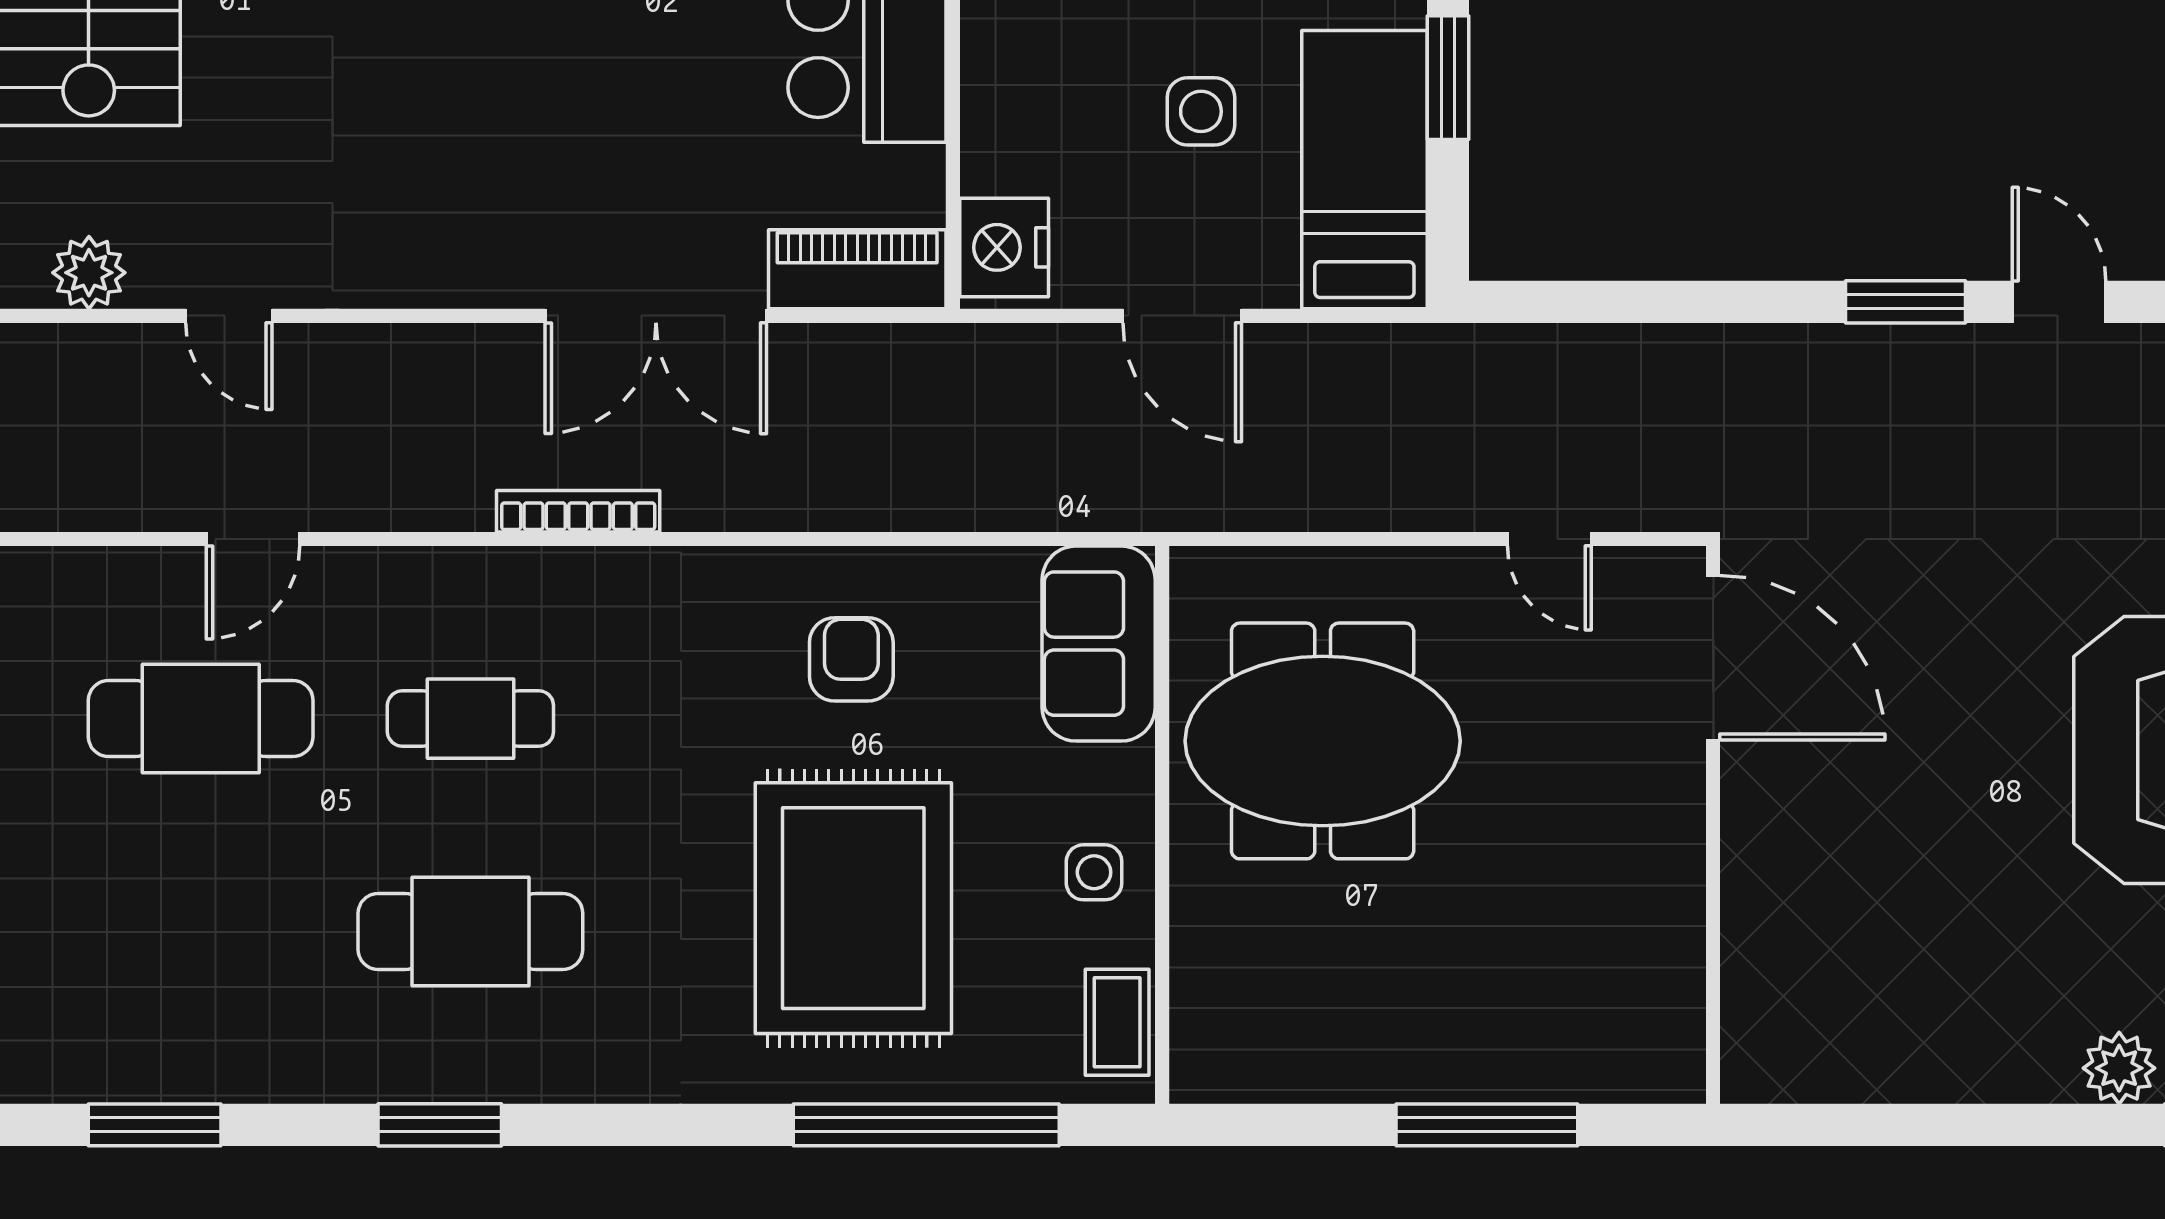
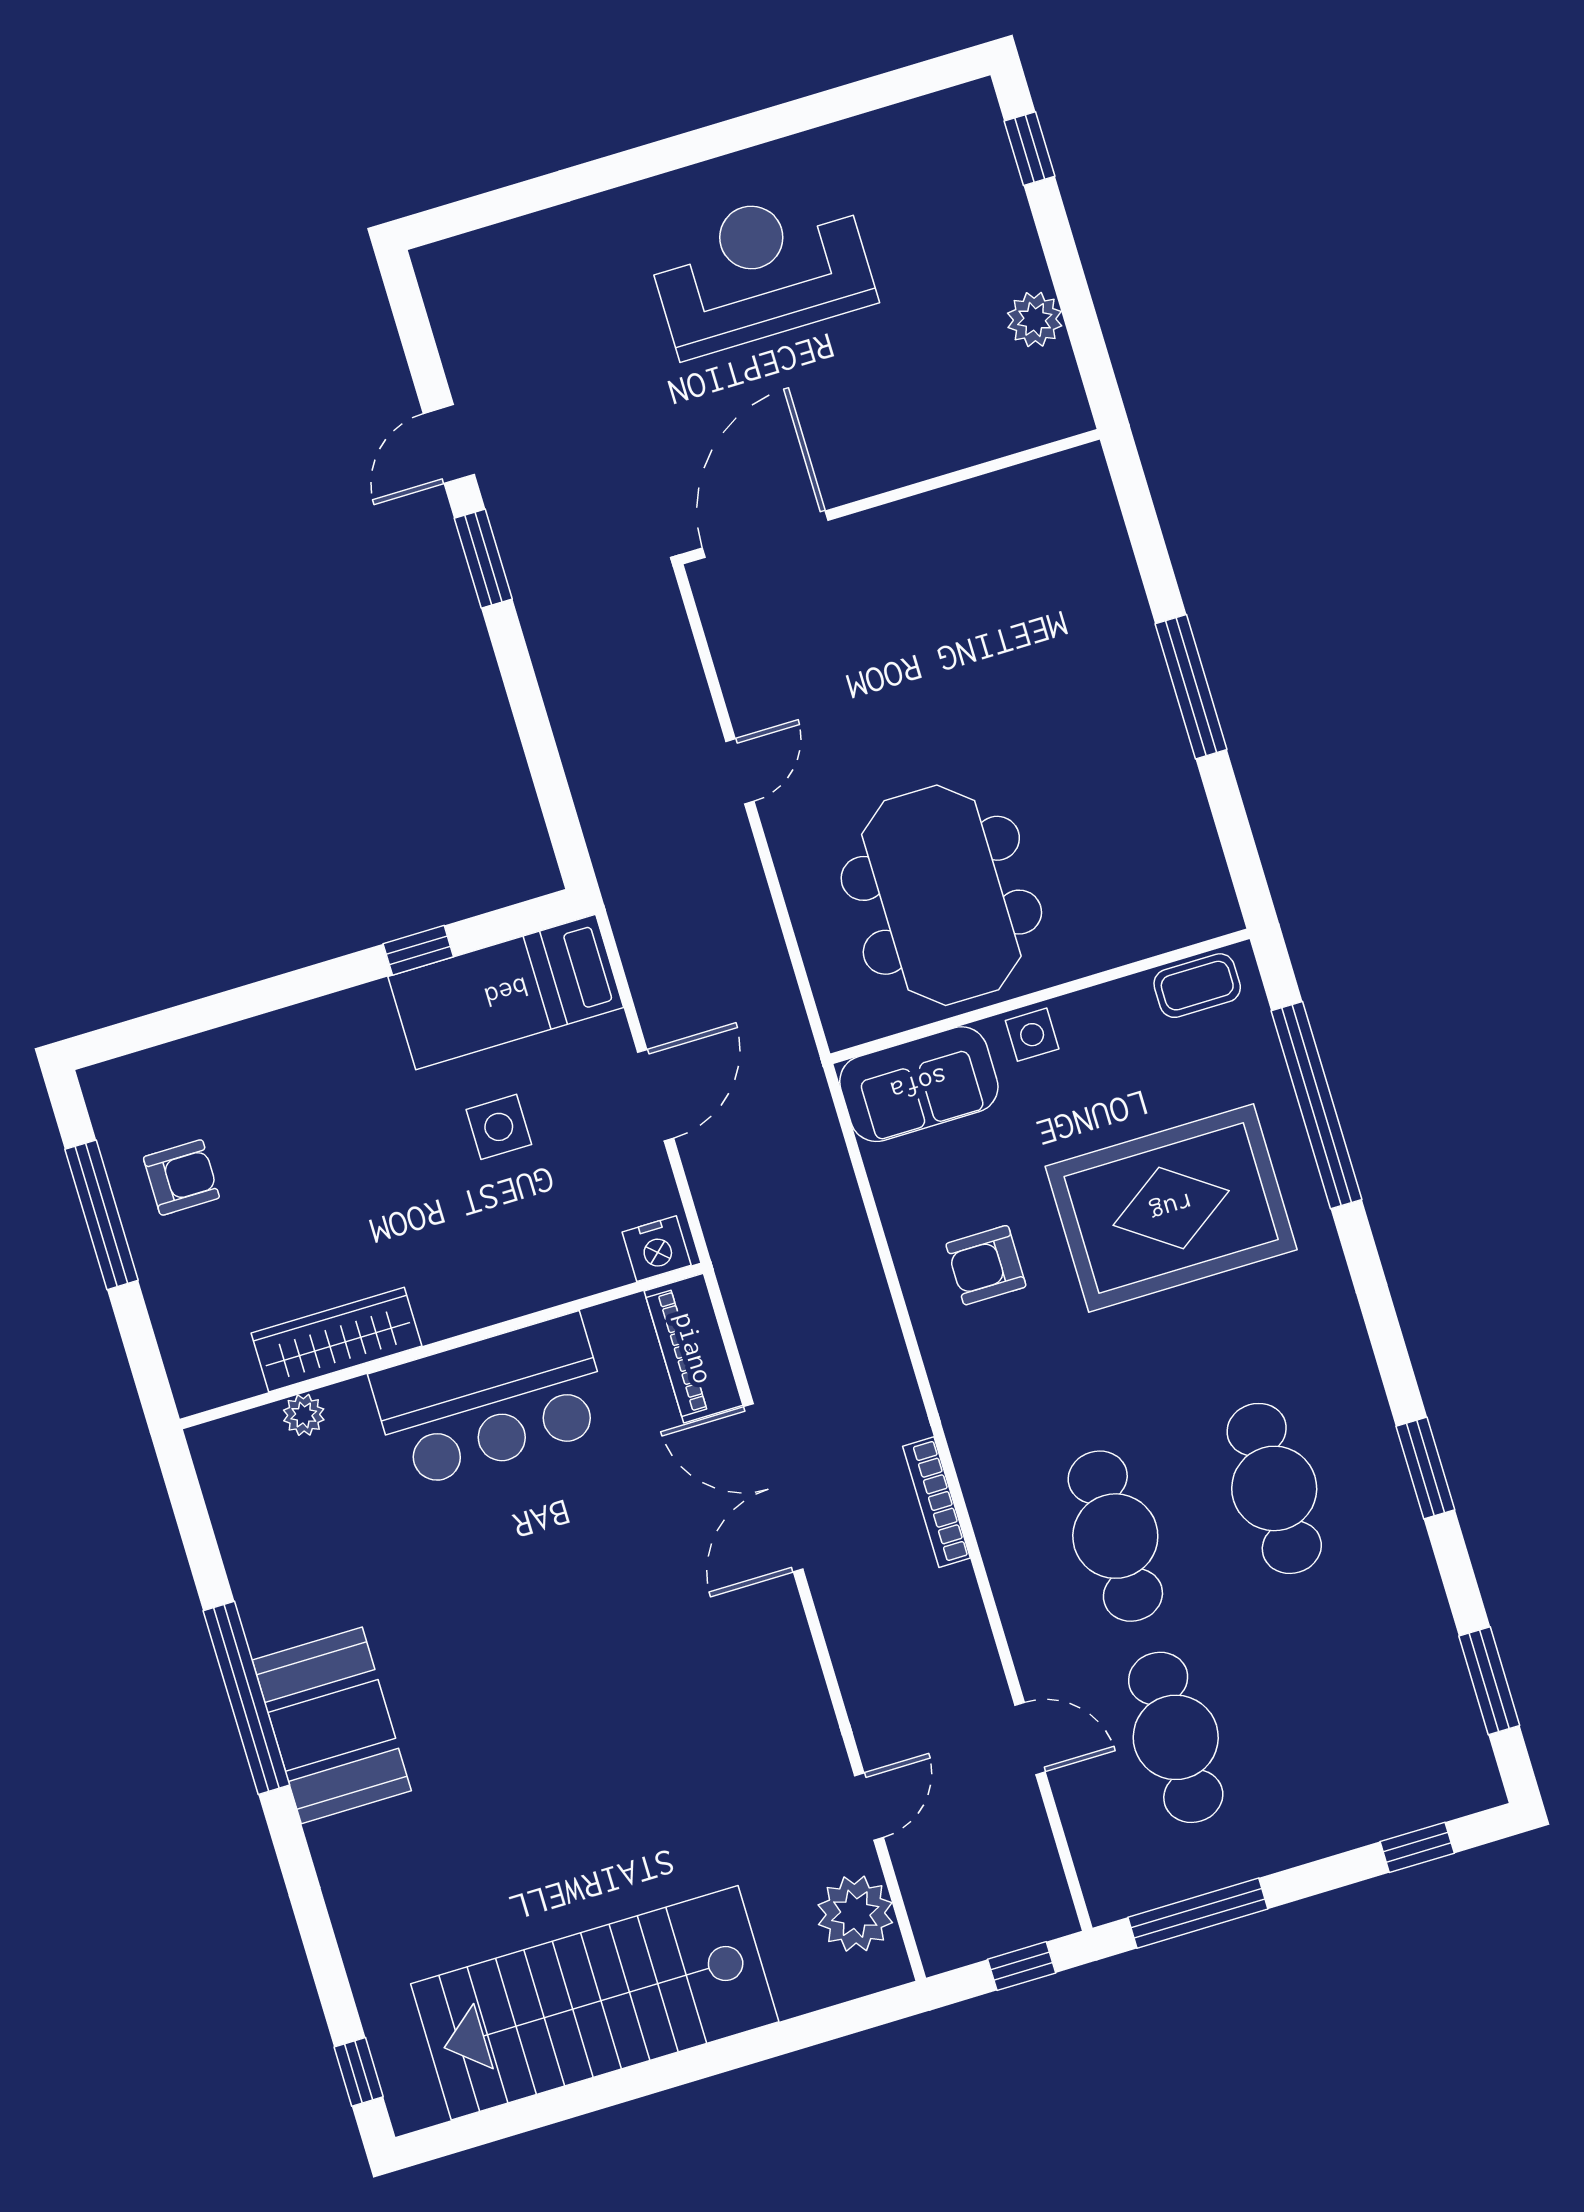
window: (1448, 78) -> (418, 950), width x0.67
nightstand: (1004, 247) -> (657, 1249), width x0.74, depth x0.75
plant: (89, 273) -> (855, 1914), width x1.36, depth x1.36
double door: (656, 316) -> (773, 1488), swing flipped
door: (1713, 658) -> (765, 534), moved
cafe table: (470, 719) -> (1115, 1536), width x1.37, depth x1.35
wall: (1713, 825) -> (890, 497), moved
side table: (1094, 872) -> (1032, 1035), moved
plant: (2119, 1068) -> (1035, 319), moved

